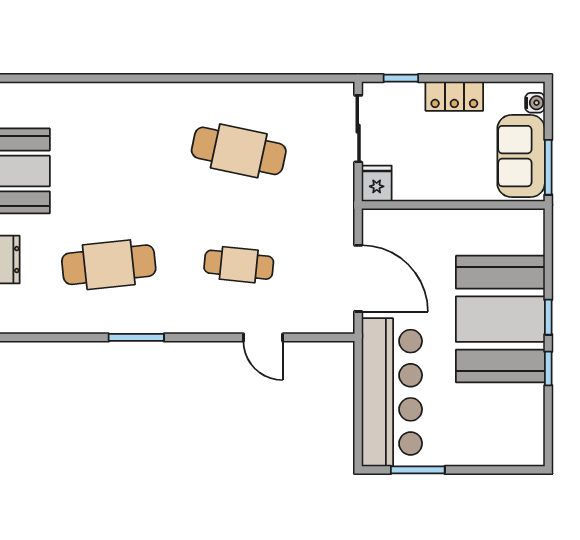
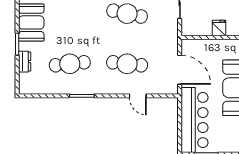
fridge: (377, 184) -> (219, 28), moved
cafe table: (239, 265) -> (127, 64), width x1.37, depth x1.35

